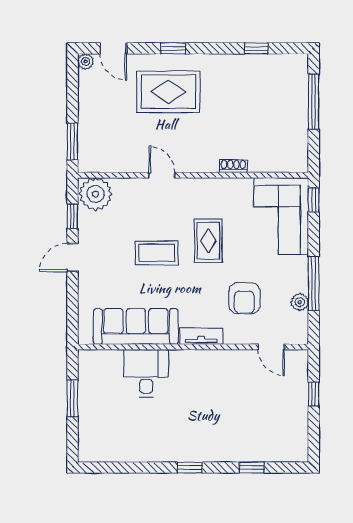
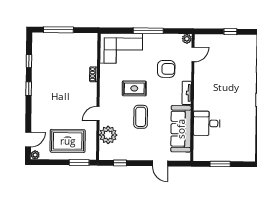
window: (173, 48) -> (29, 89), moved
rug: (168, 92) -> (68, 141), moved, turned 90
plant: (96, 194) -> (108, 135), moved
window: (314, 200) -> (112, 30), removed
door: (72, 257) -> (160, 163), moved
window: (314, 283) -> (148, 31), moved
plant: (300, 302) -> (187, 39), moved
window: (314, 394) -> (230, 32), moved

